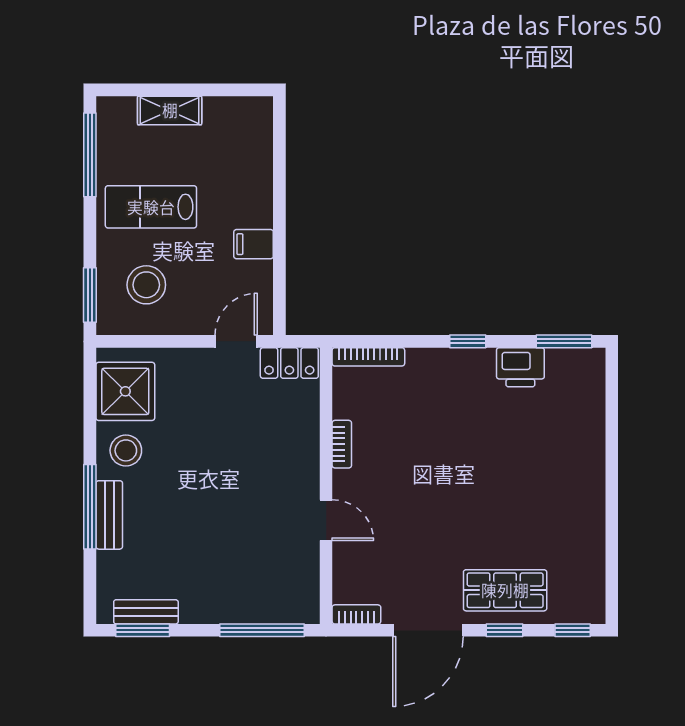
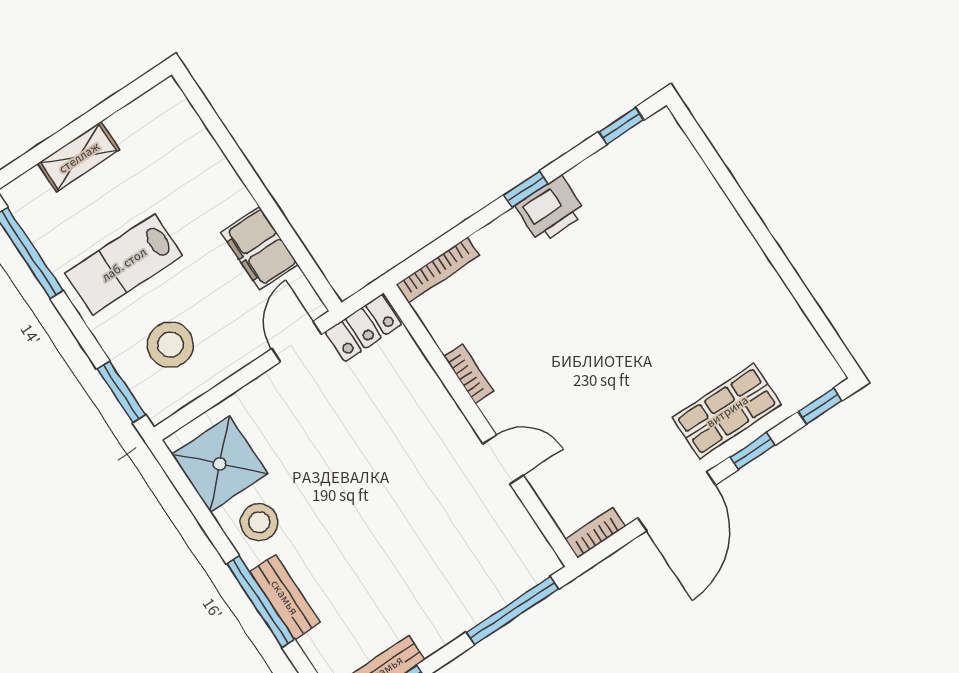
filing cabinet: (254, 244) -> (260, 248), width x2.00
window: (564, 341) -> (621, 126), width x0.67
printer: (520, 367) -> (551, 210), moved

